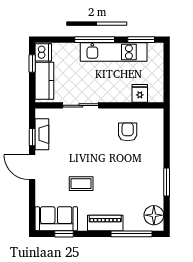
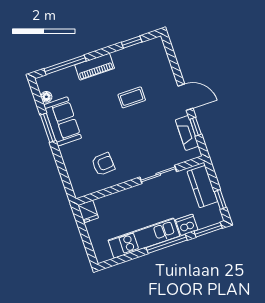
window: (141, 40) -> (208, 230), moved
dishwasher: (43, 52) -> (187, 225), moved, turned 90
fridge: (140, 93) -> (88, 212), moved
armchair: (128, 132) -> (103, 164), turned -94
floor lamp: (154, 215) -> (46, 97), width x0.53, depth x0.53
sofa: (56, 219) -> (63, 121), moved, turned -90

